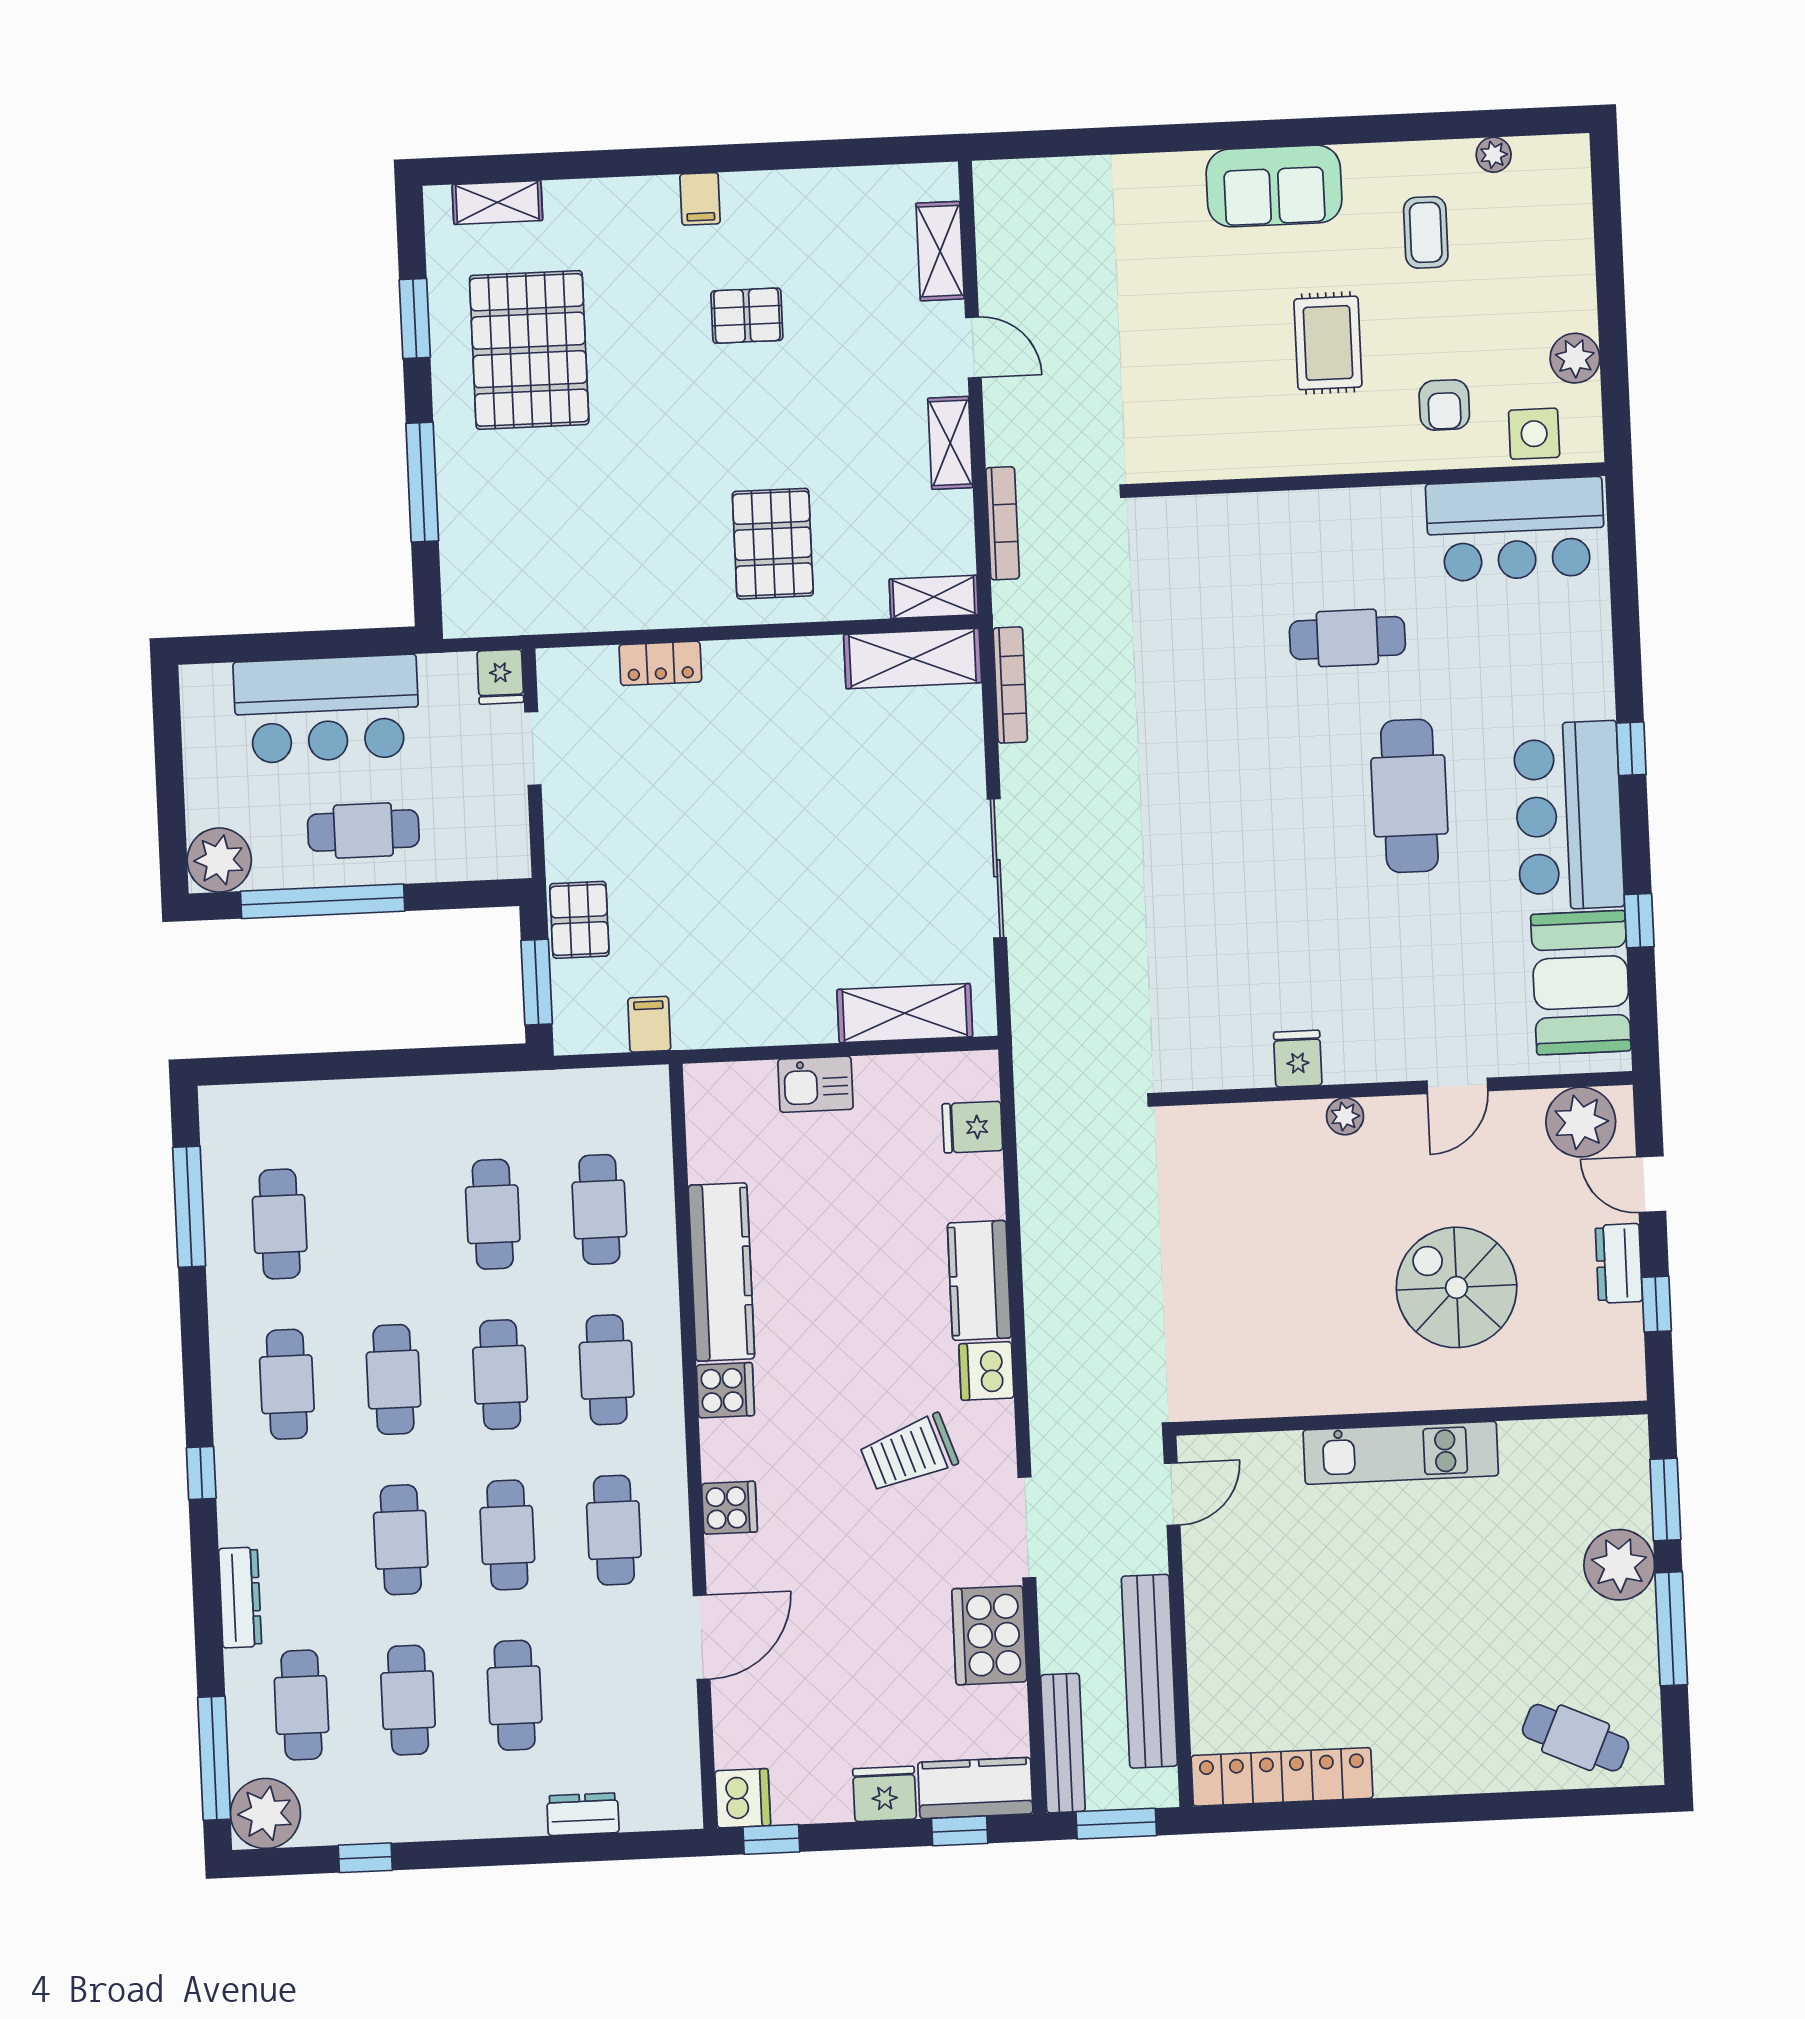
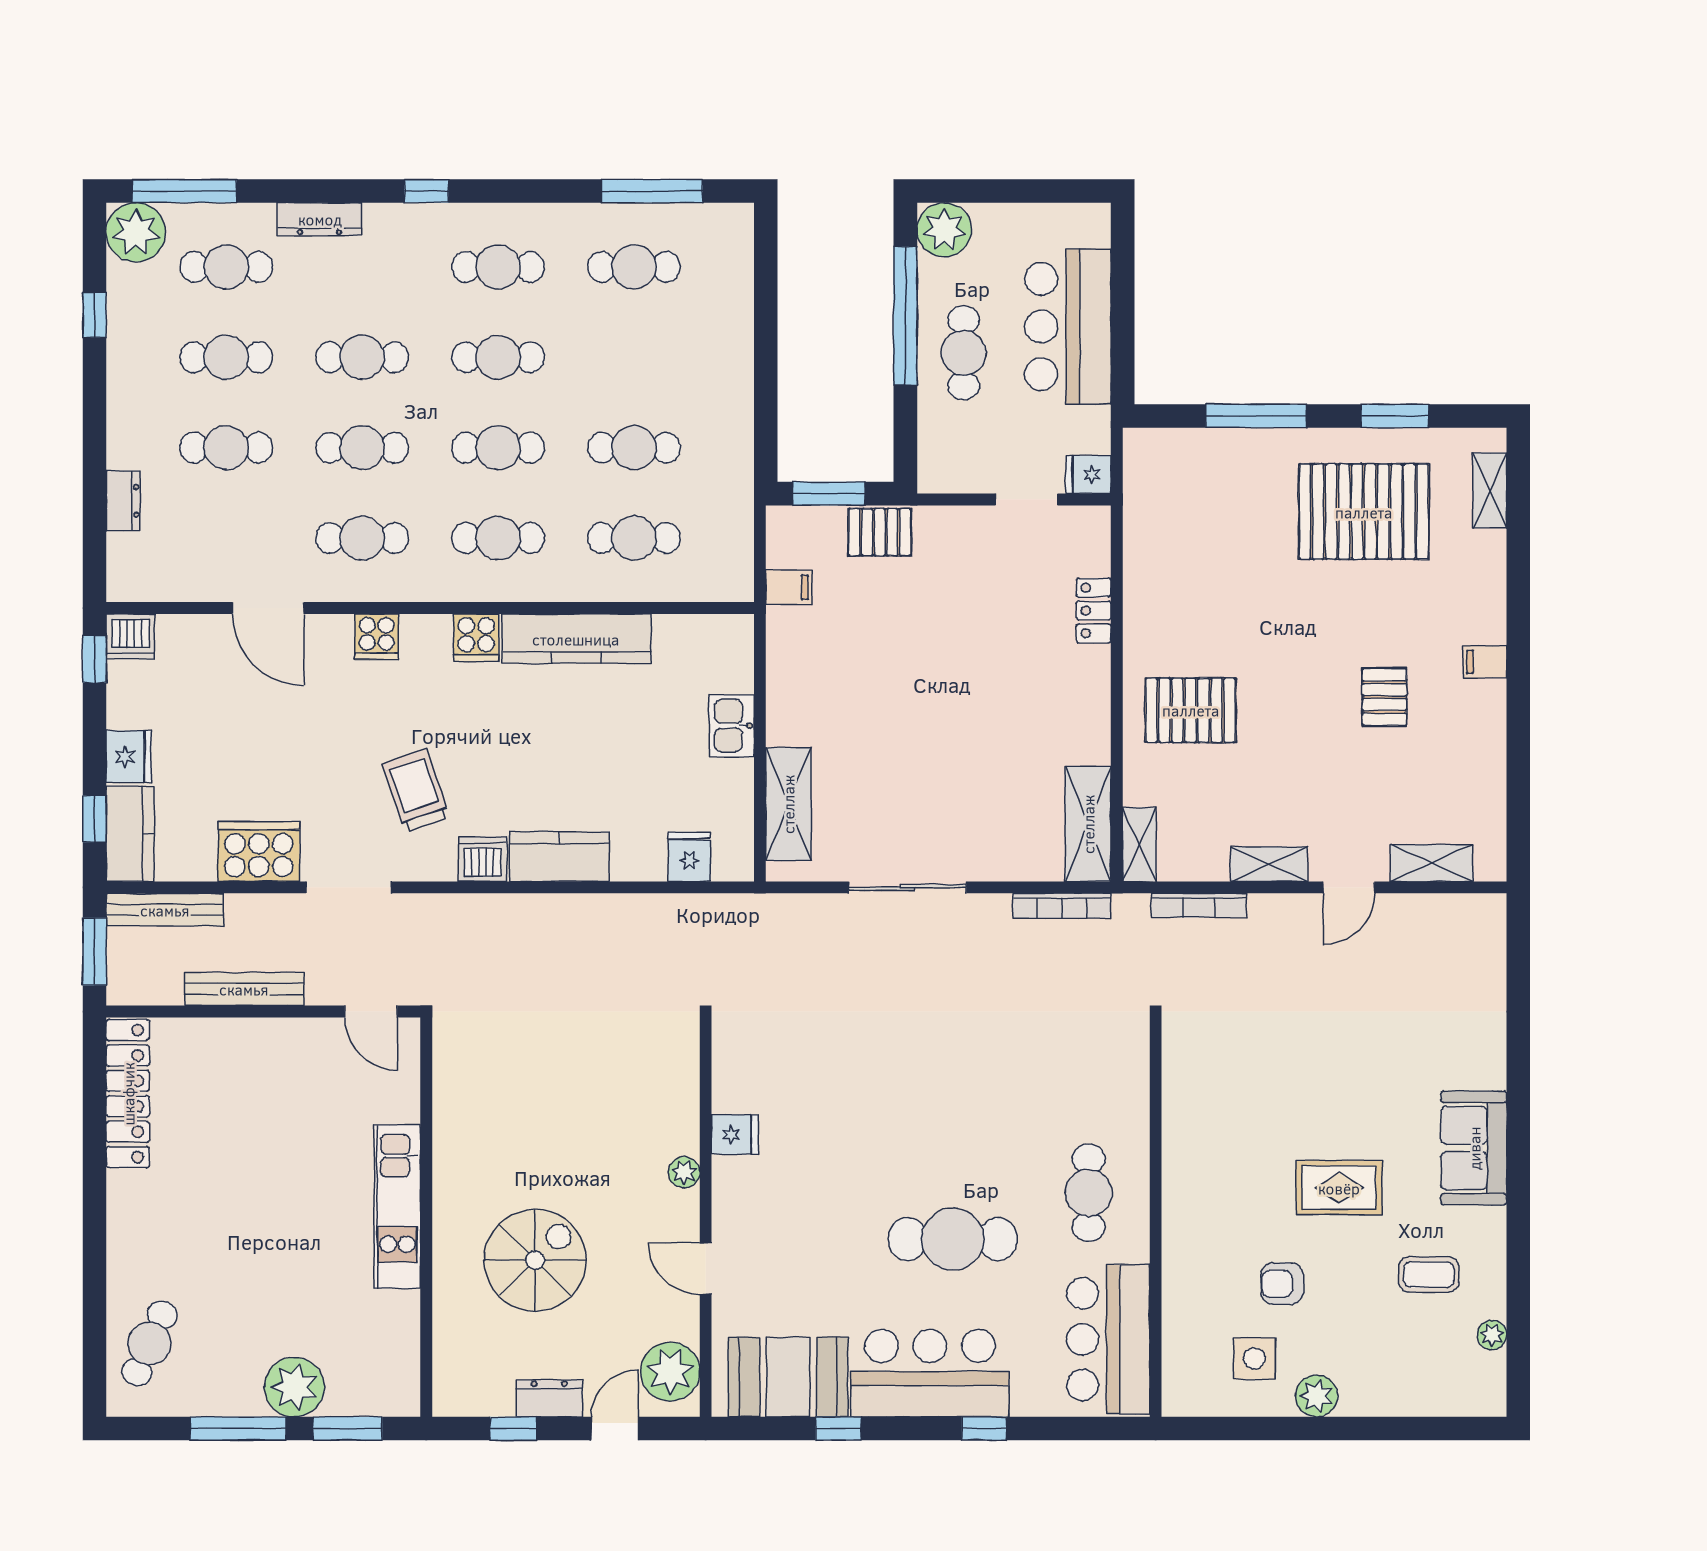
wall: (1369, 480) -> (1156, 1217), moved
bar counter: (1516, 529) -> (1108, 1339), moved
bench: (1149, 1671) -> (244, 989), width x0.73, depth x0.82

